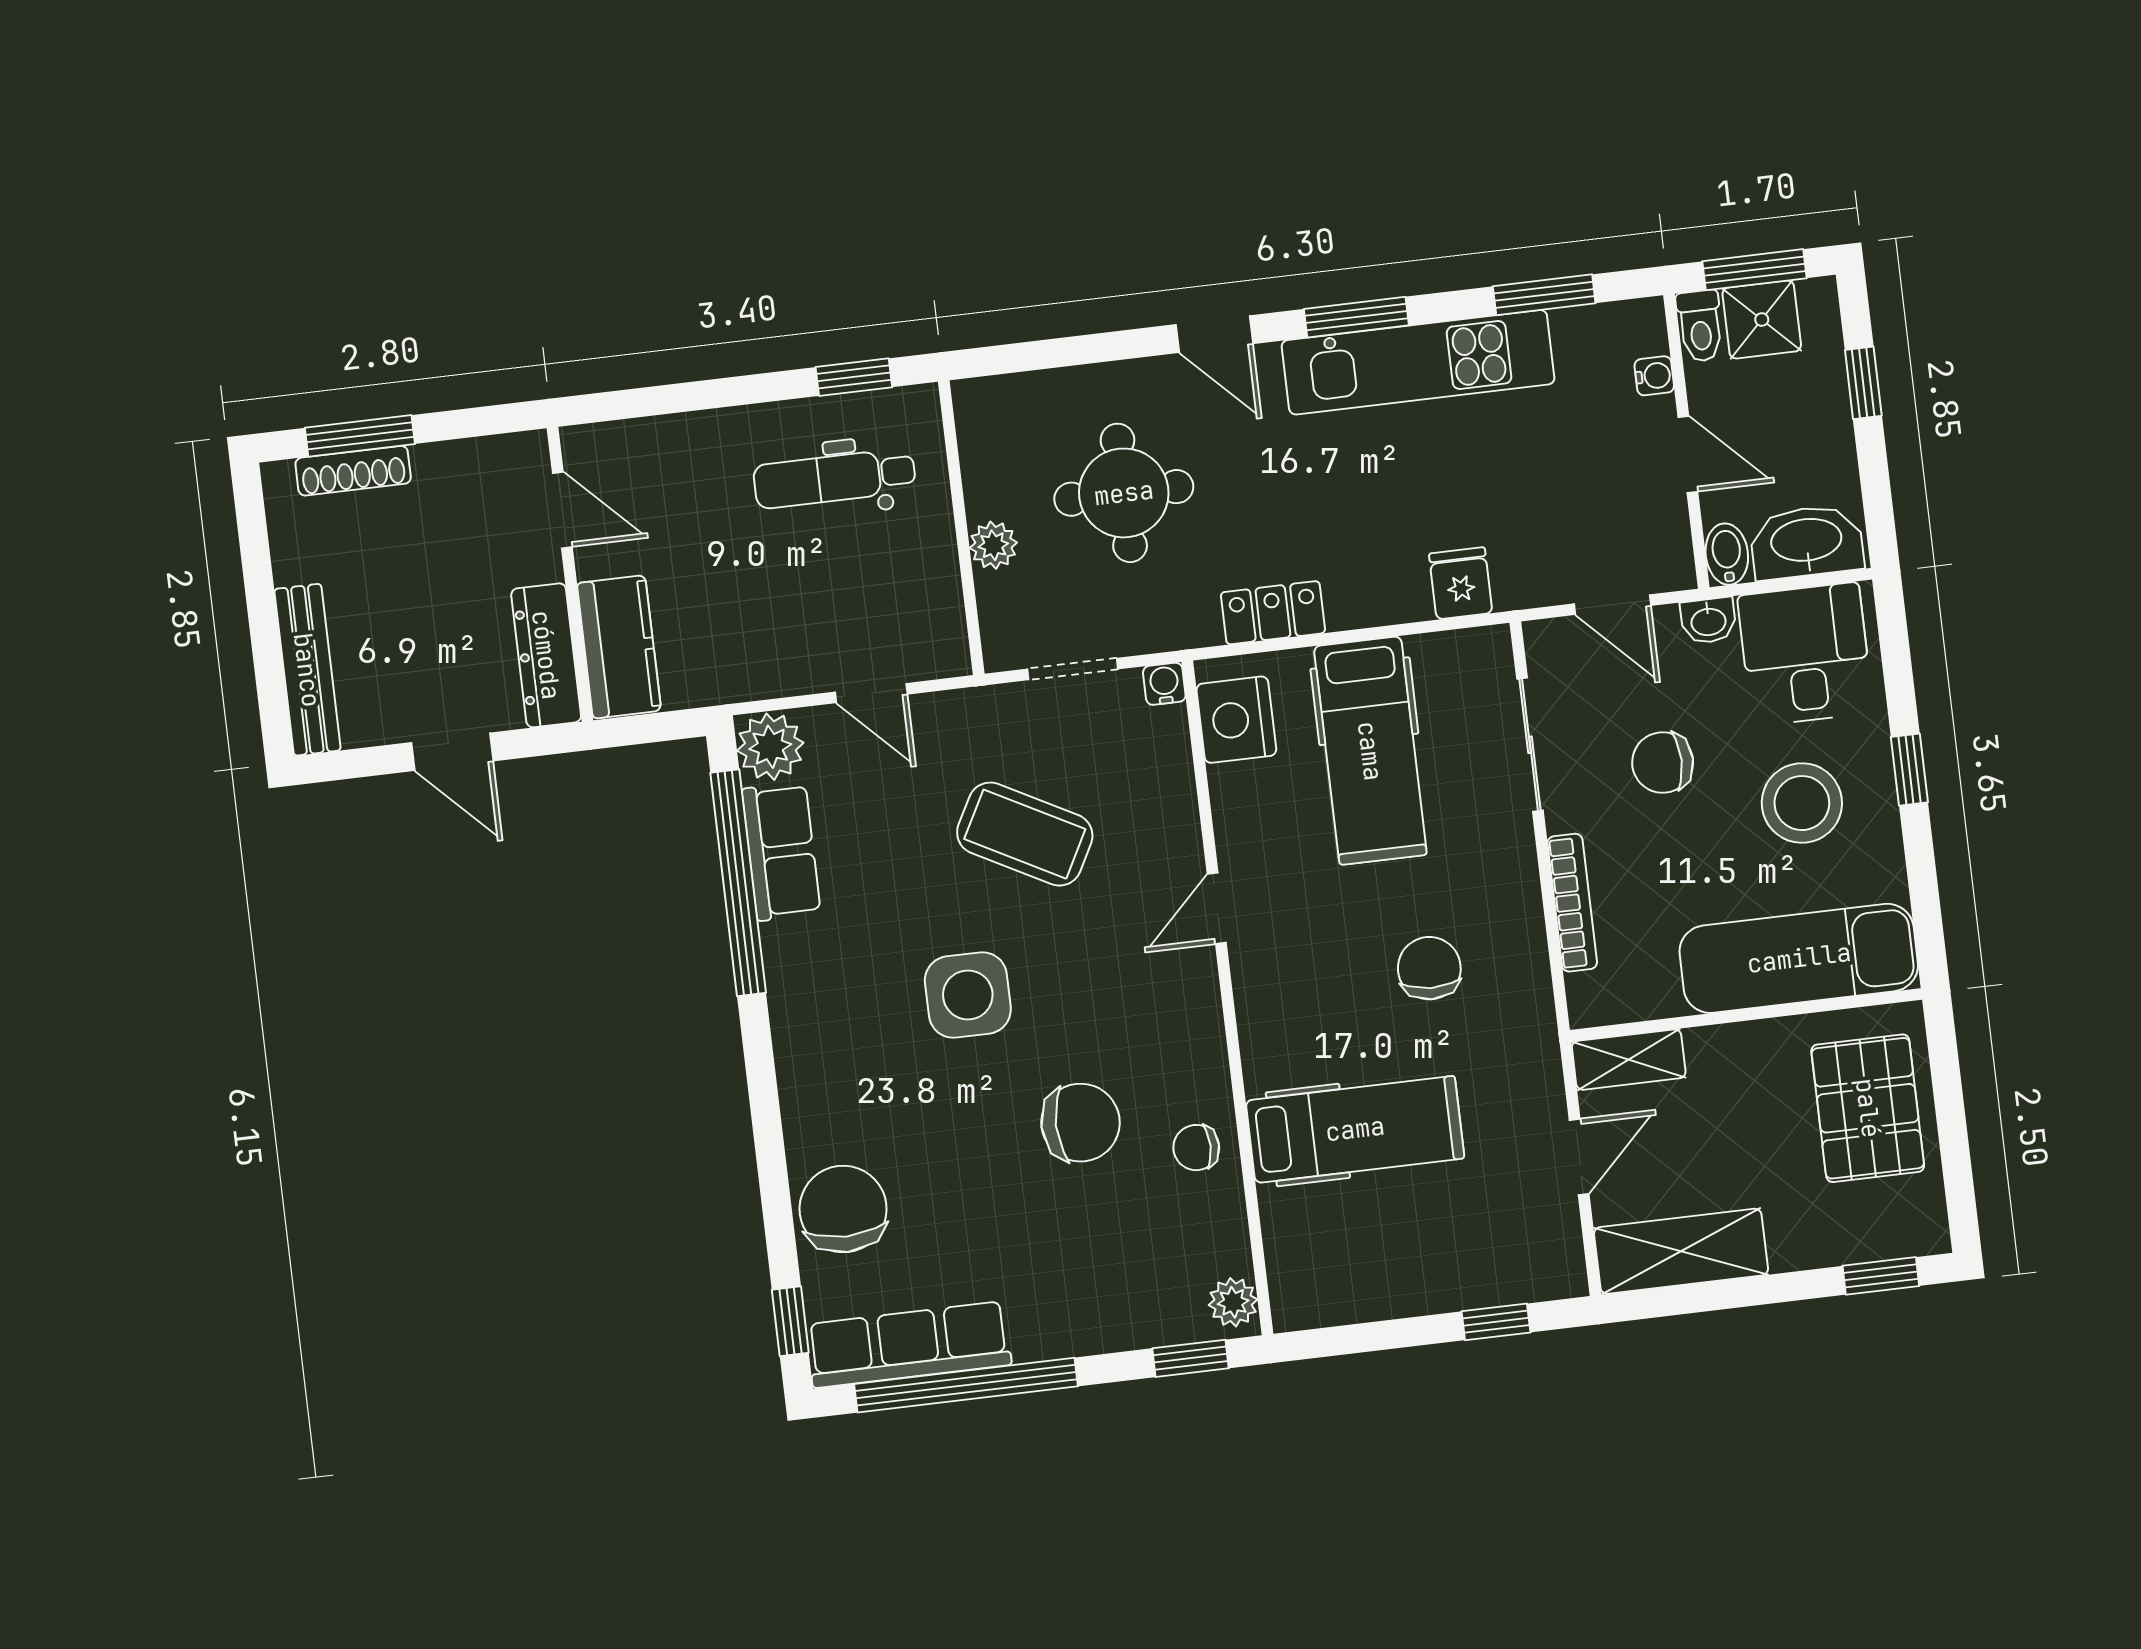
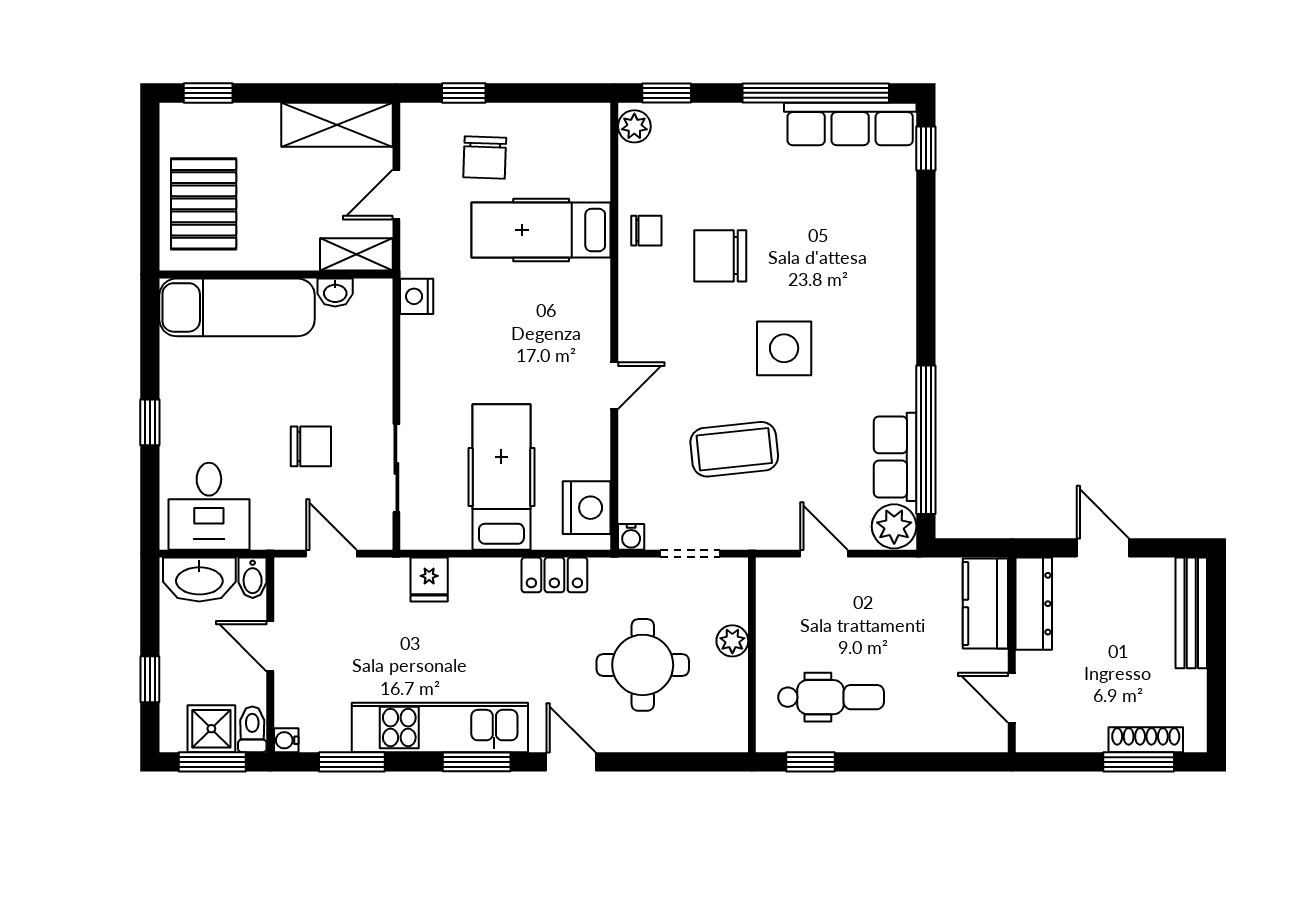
water cooler: (1654, 376) -> (286, 740), moved
washbasin: (1708, 621) -> (335, 293), moved, turned 180
stool: (1802, 803) -> (223, 409), removed
coffee table: (1025, 834) -> (734, 449), turned -34
bookcase: (1572, 903) -> (381, 362), removed
chair: (1429, 968) -> (485, 158), moved
nightstand: (1530, 1007) -> (417, 296), added
chair: (843, 1209) -> (883, 218), removed

